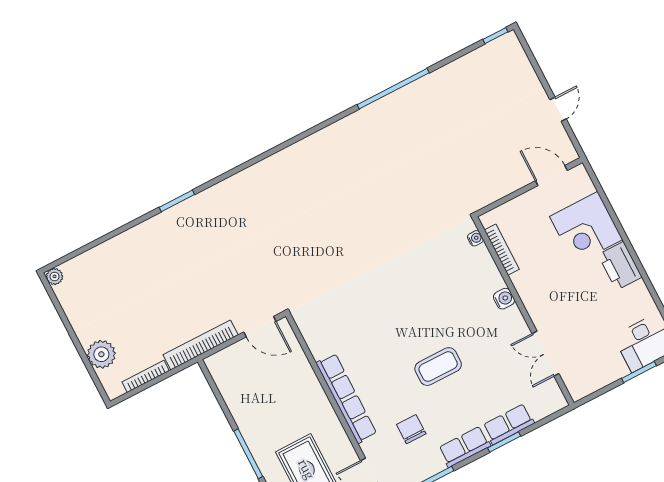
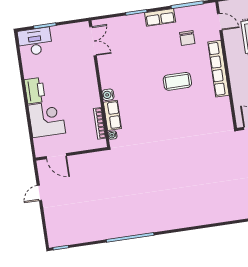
double door: (545, 354) -> (93, 41), moved
coffee table: (438, 367) -> (177, 81), moved
row of seats: (509, 424) -> (112, 115), moved, turned -90

